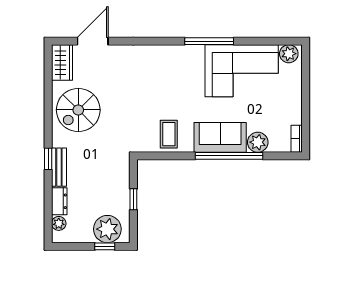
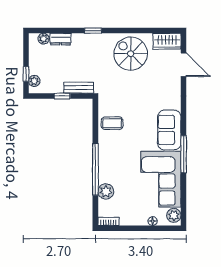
floor lamp: (296, 81) -> (153, 221), added
sofa: (220, 137) -> (169, 130), moved, turned 180
bench: (59, 167) -> (79, 88), moved
plant: (107, 229) -> (34, 81), width x0.53, depth x0.53

